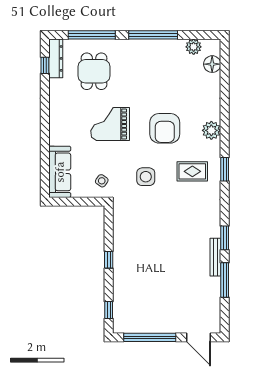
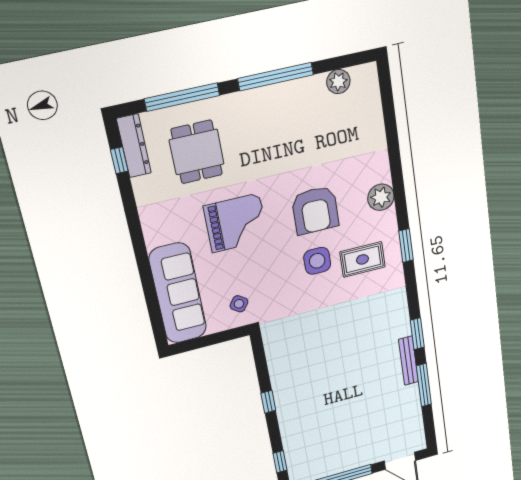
floor lamp: (212, 64) -> (369, 102), removed
grand piano: (110, 124) -> (236, 223), turned 180
sofa: (60, 172) -> (178, 293), width x1.36, depth x1.27
side table: (146, 177) -> (317, 261), moved

